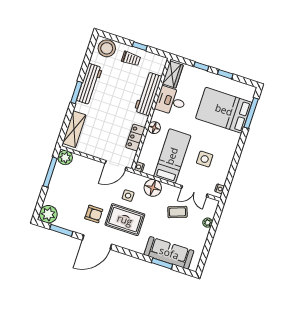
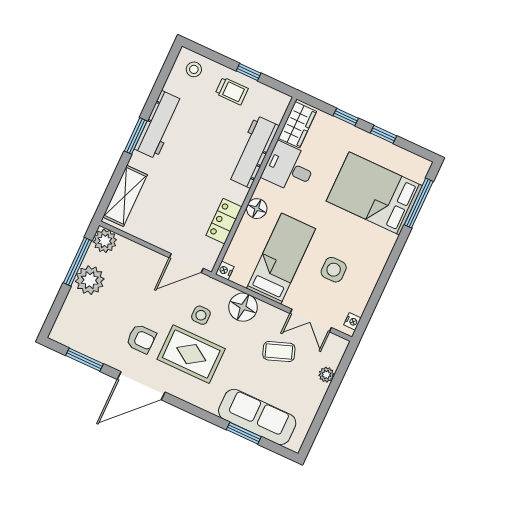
stool: (107, 48) -> (194, 69), width x0.53, depth x0.53
plant: (48, 214) -> (90, 280), moved

